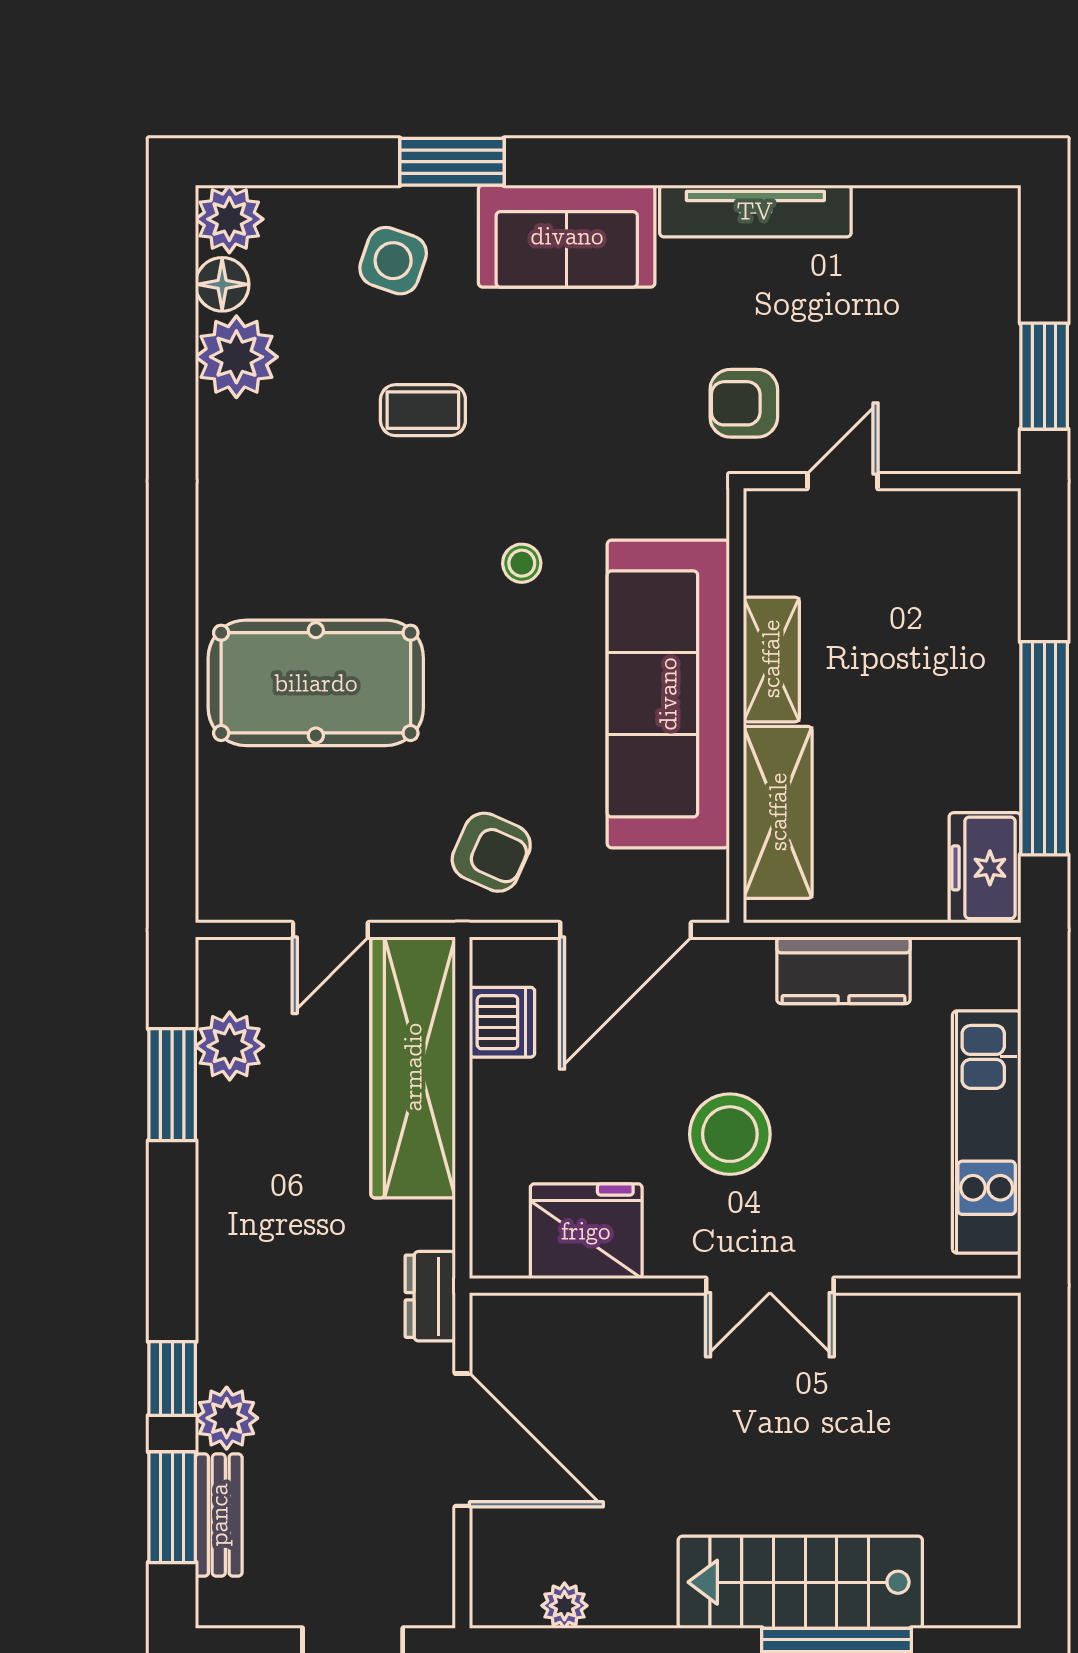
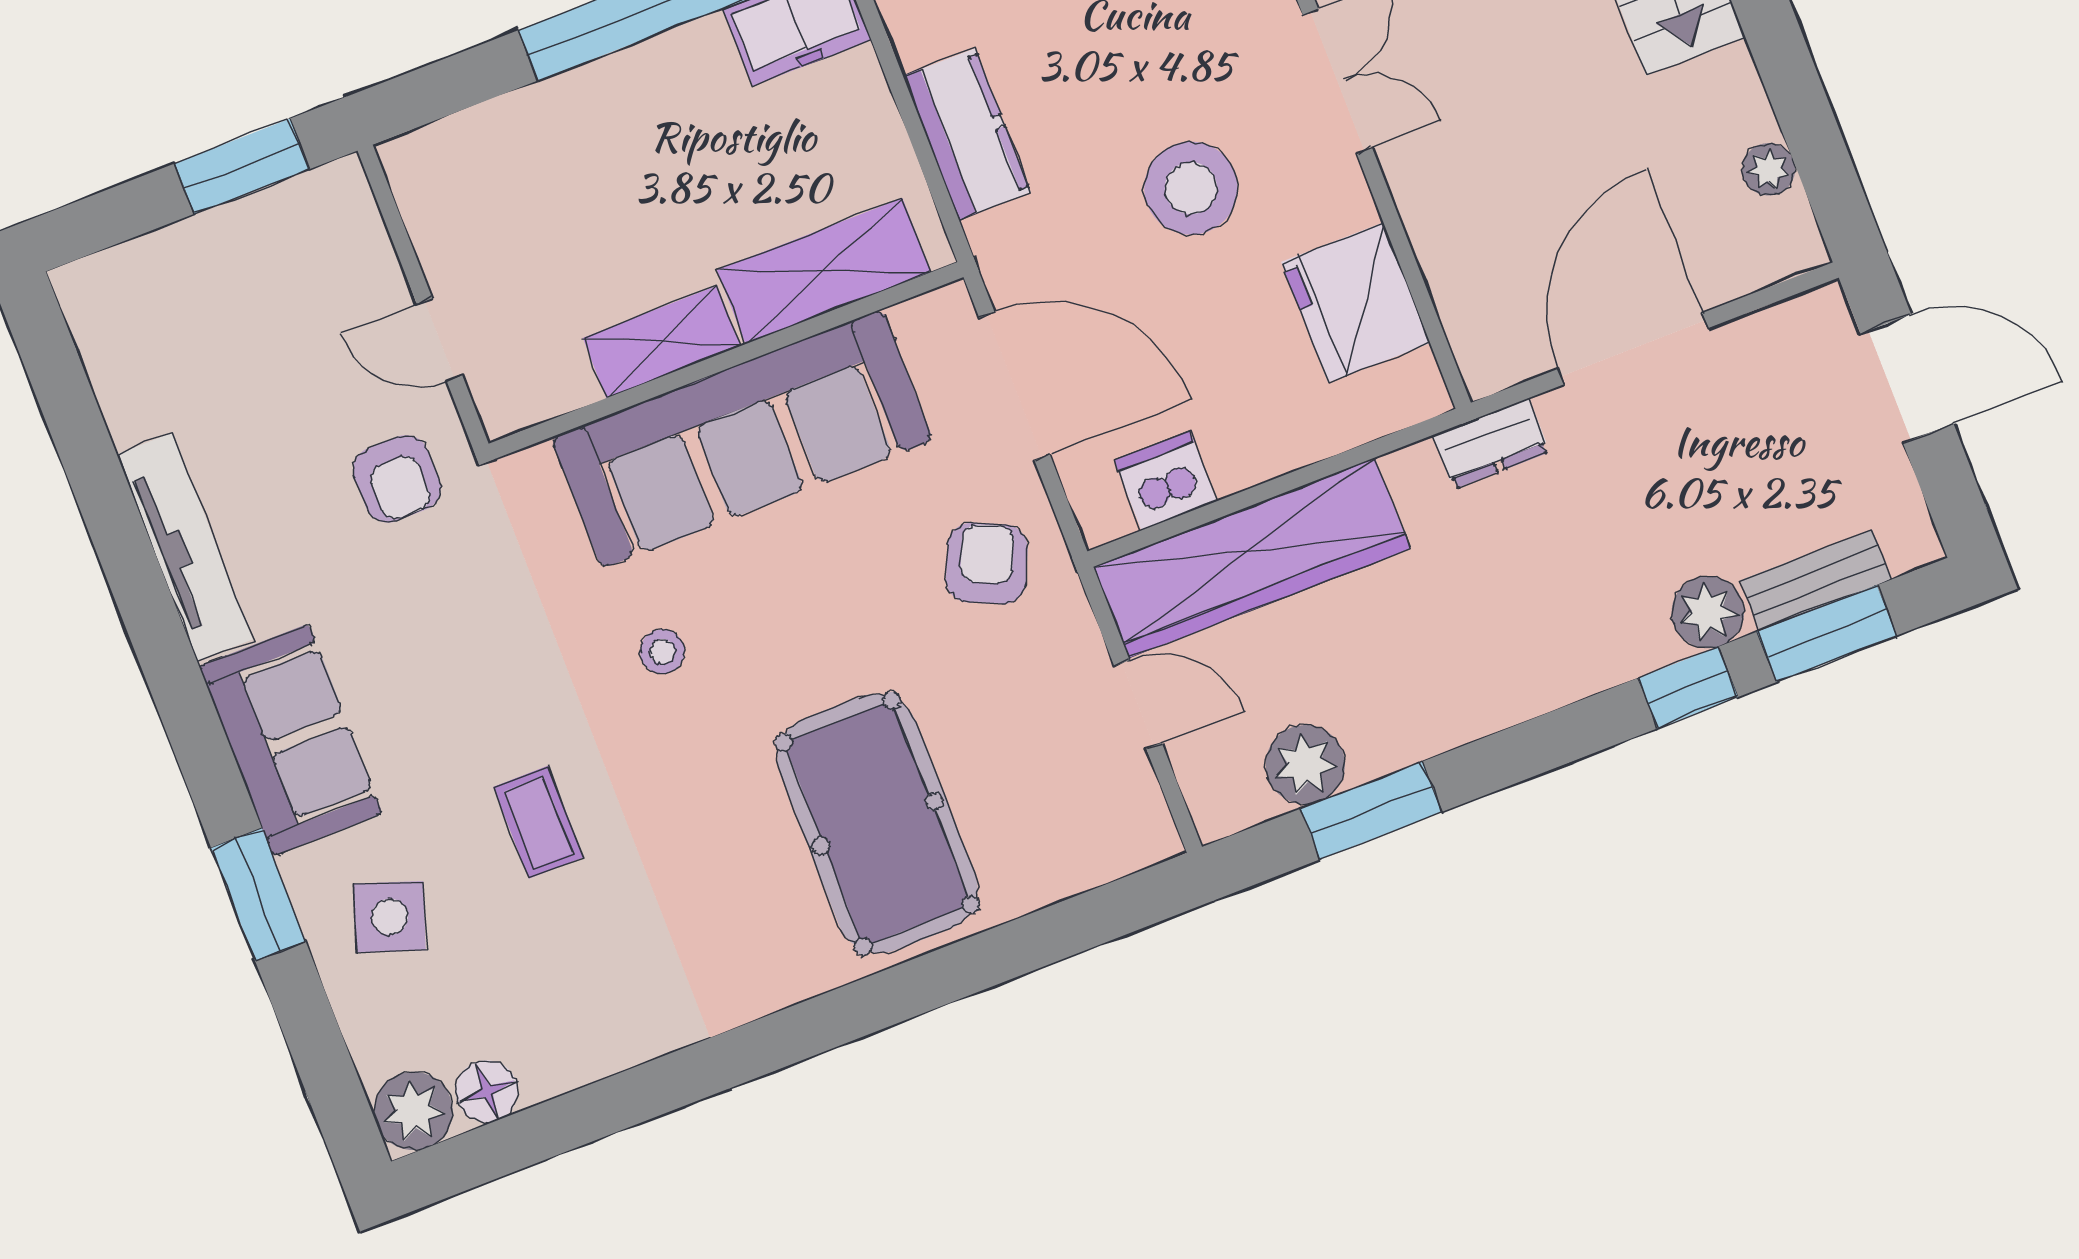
plant: (236, 357) -> (559, 1046), removed

